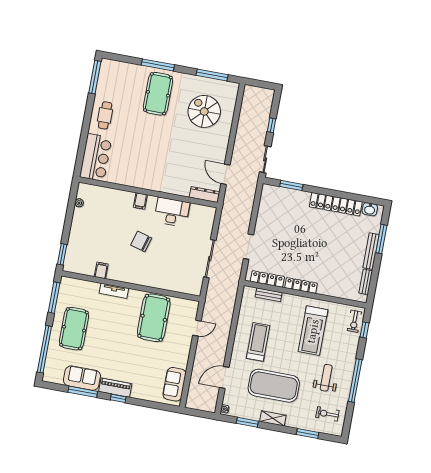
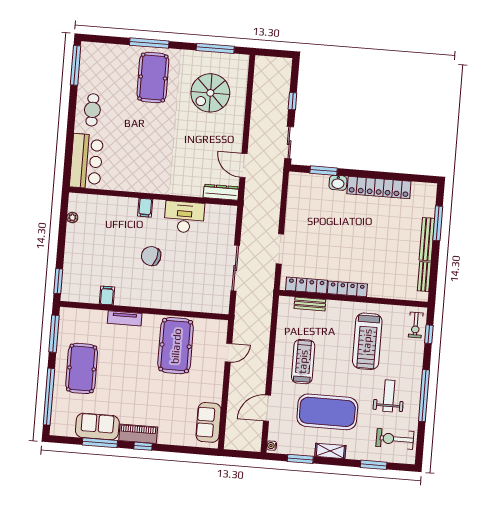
spiral stairs: (204, 111) -> (210, 93), turned -90
washbasin: (370, 209) -> (338, 183), moved
exercise bike: (327, 414) -> (395, 439), width x1.38, depth x1.39

